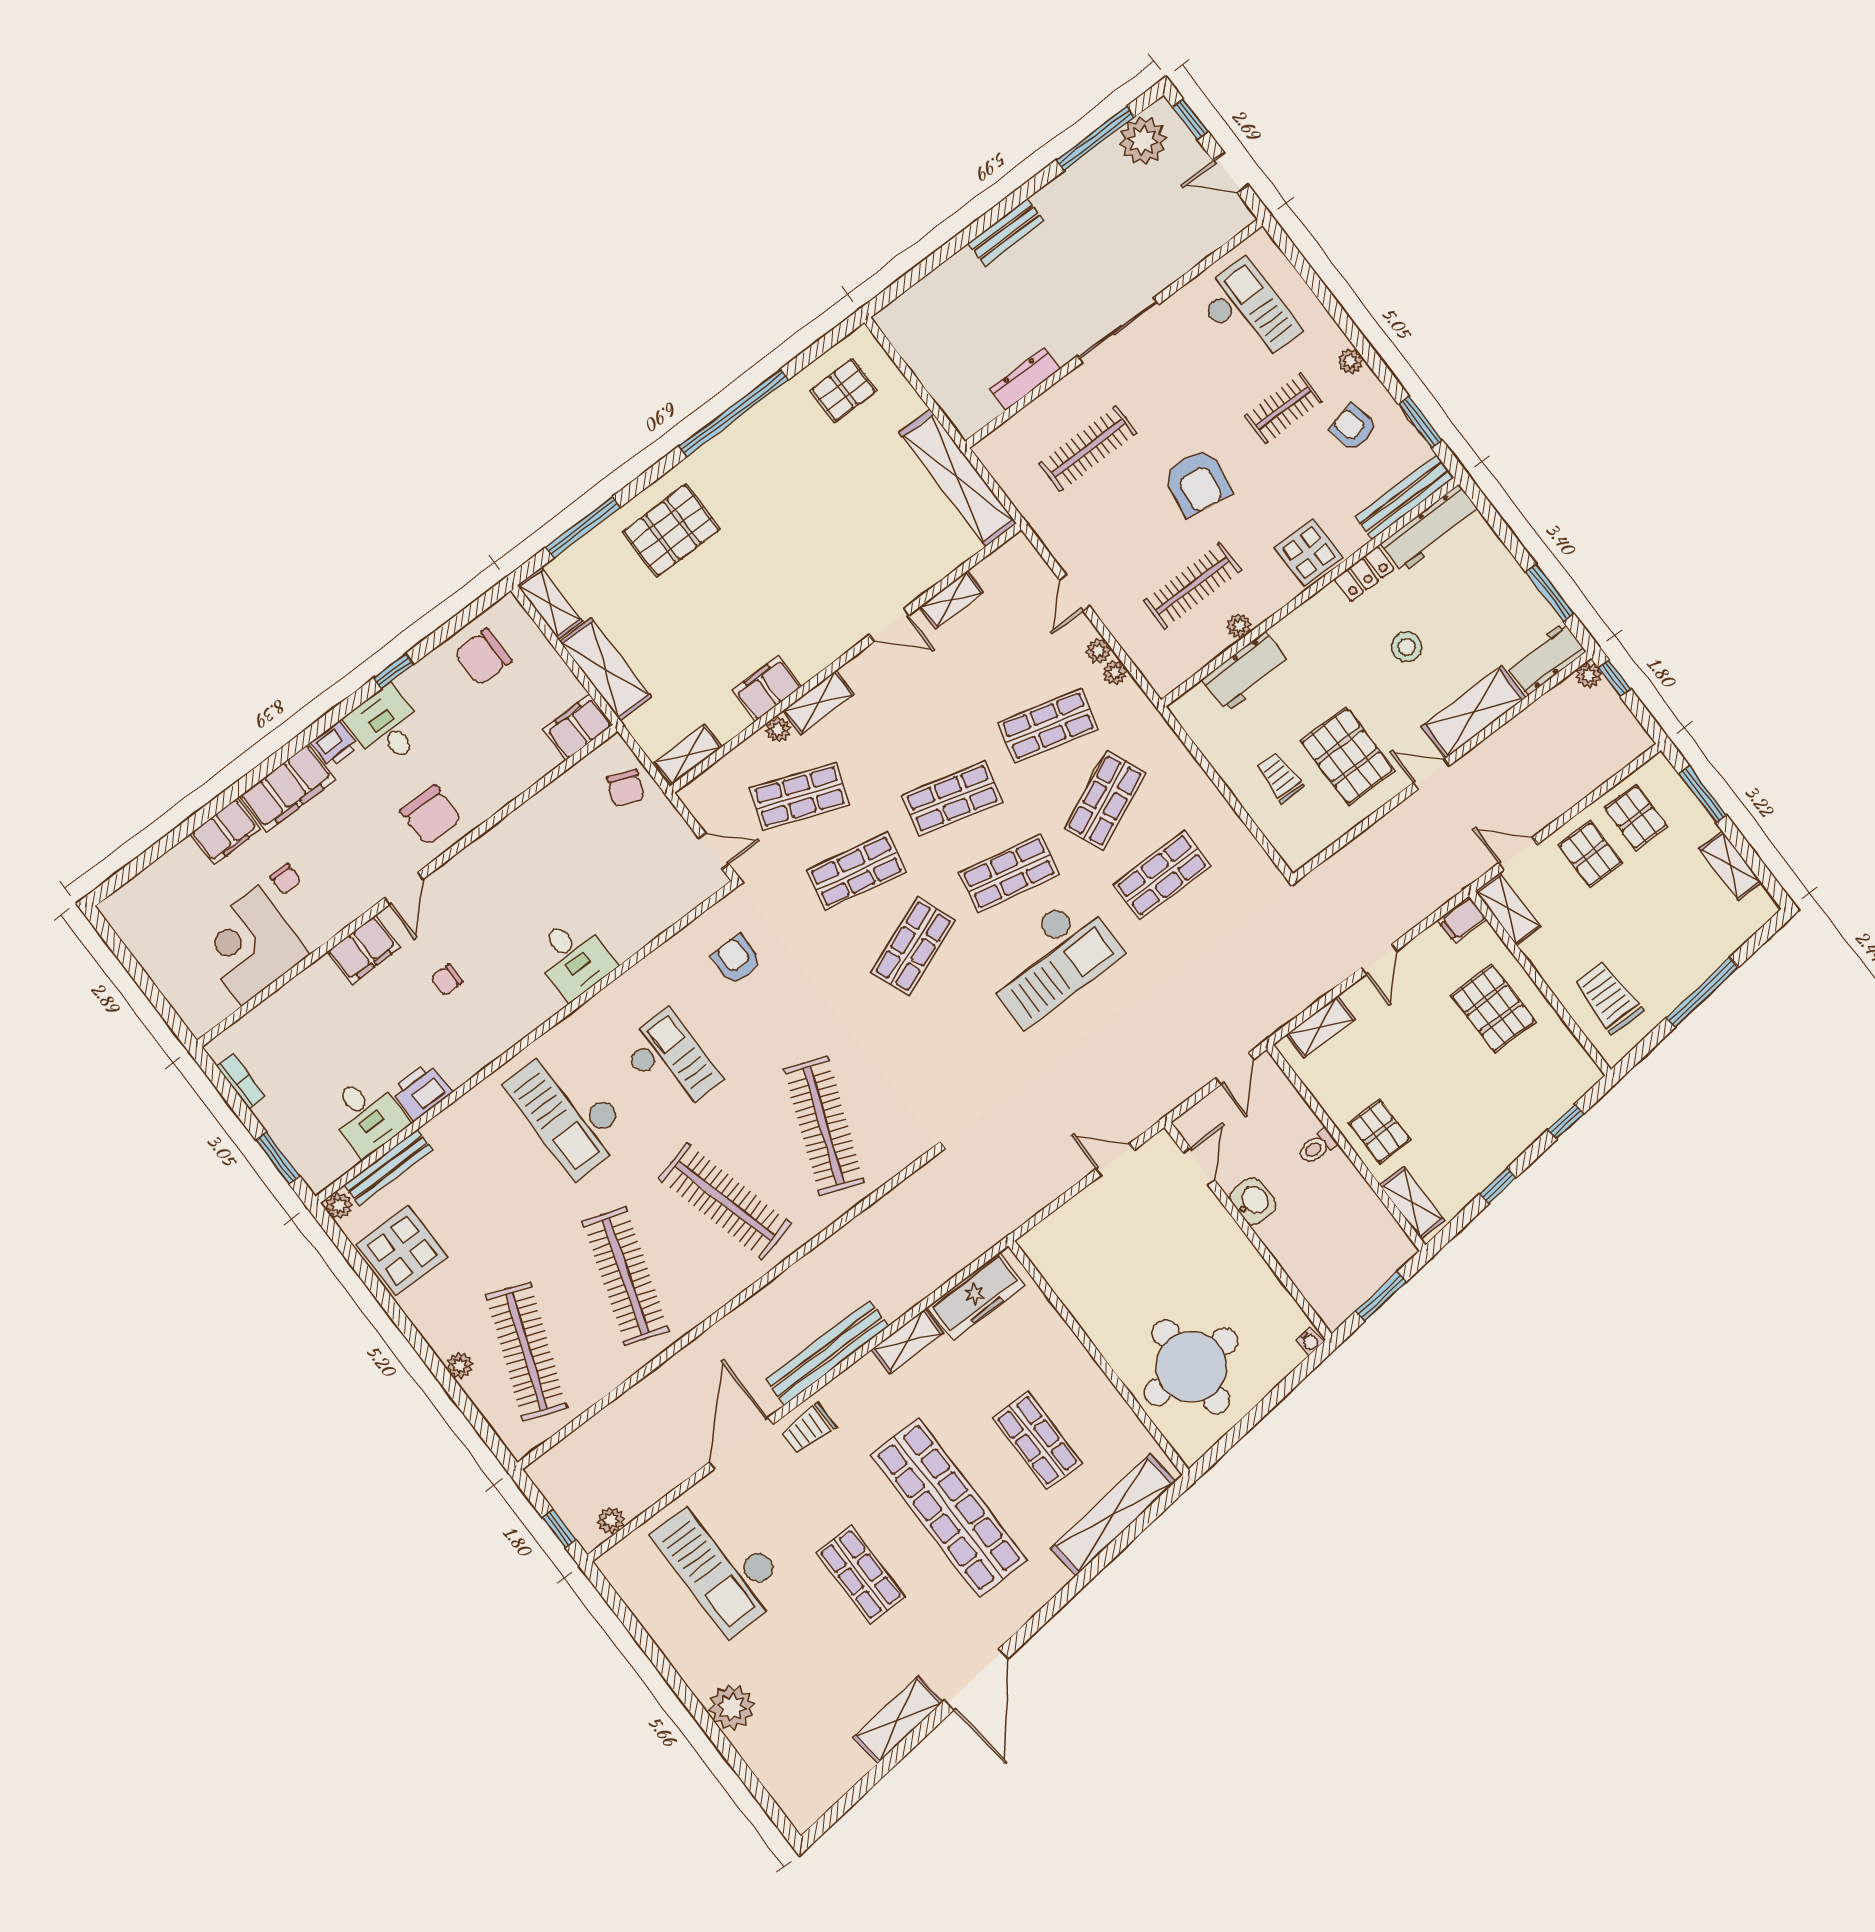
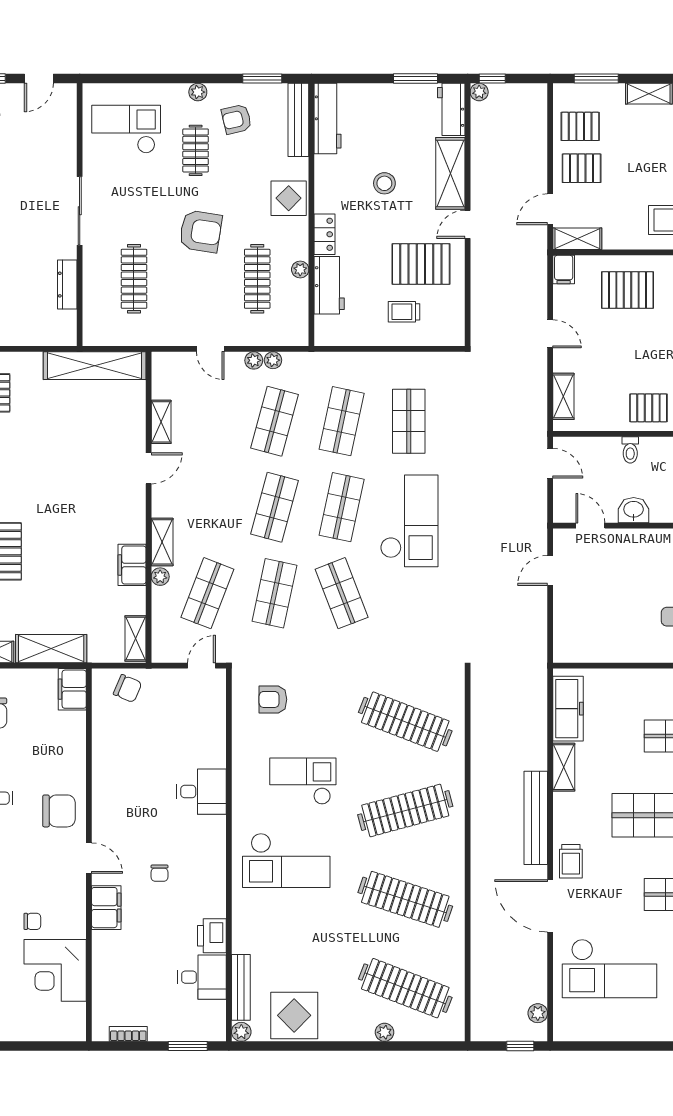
locker: (1364, 574) -> (325, 234), moved
shop shelf: (1105, 801) -> (342, 421), turned 36

